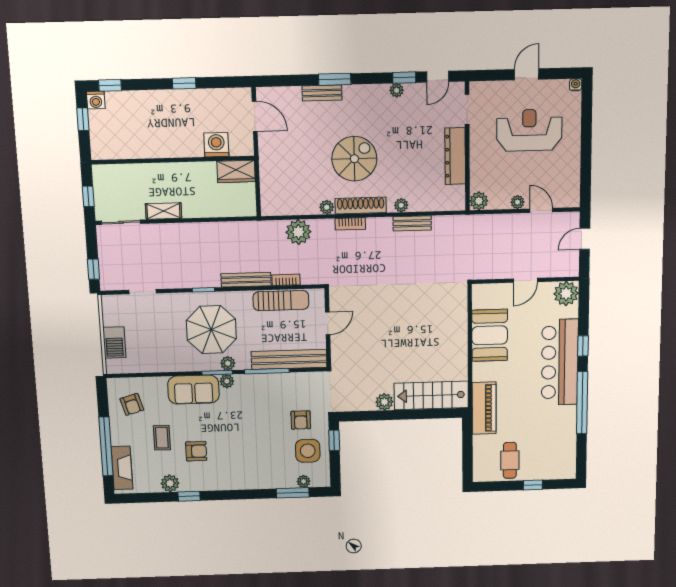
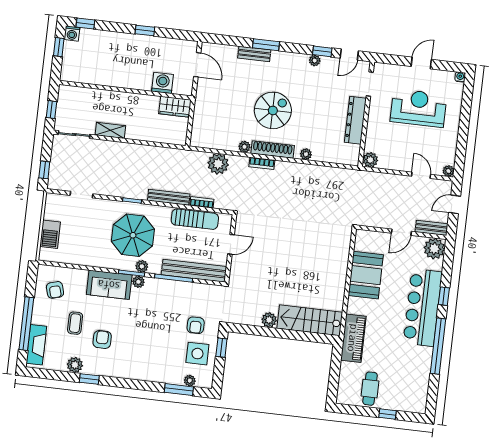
plant: (518, 202) -> (448, 171), moved
bench: (412, 223) -> (431, 228), moved
armchair: (196, 451) -> (102, 340), turned -90

